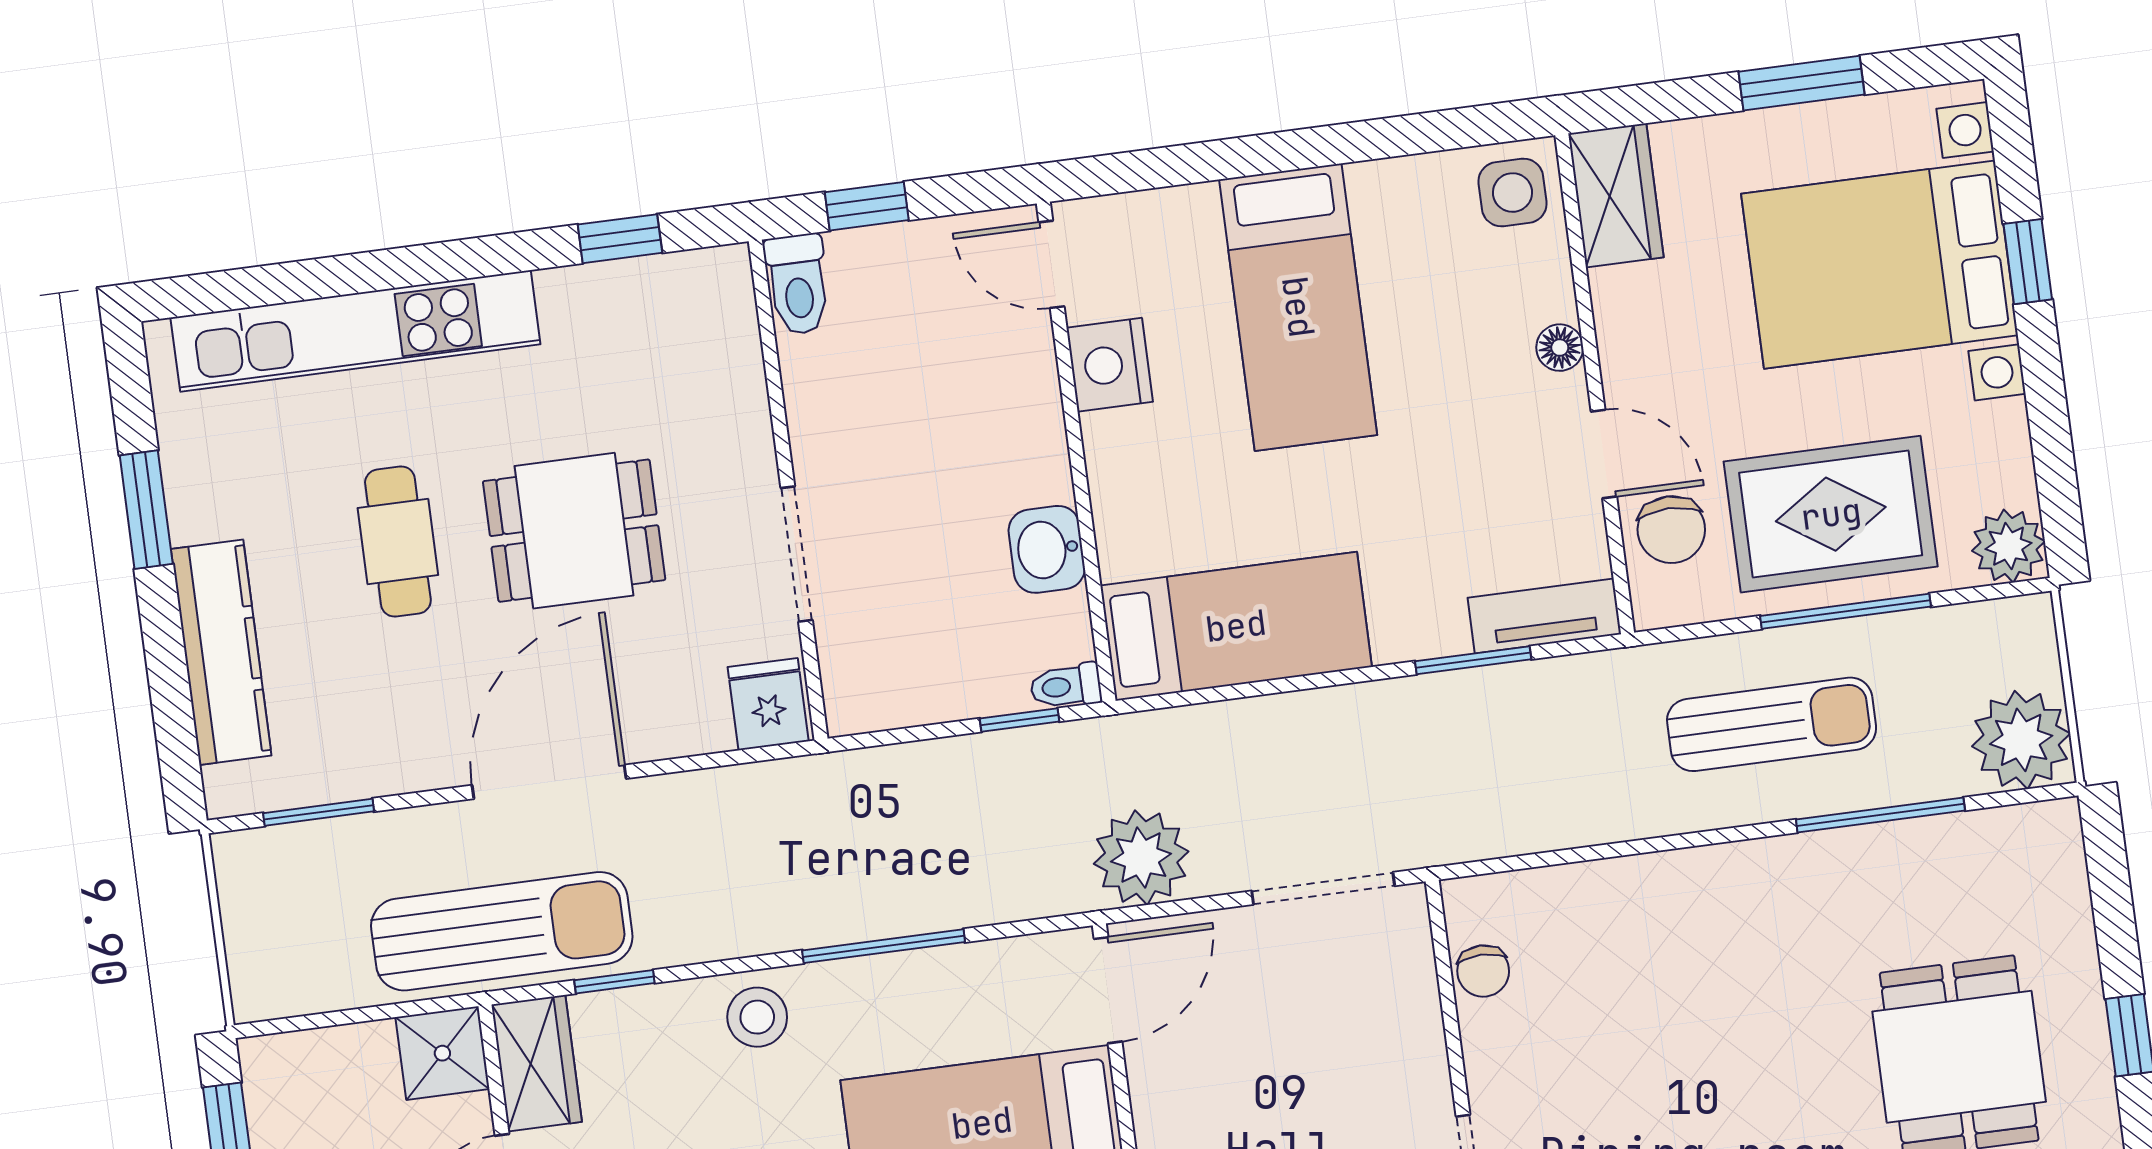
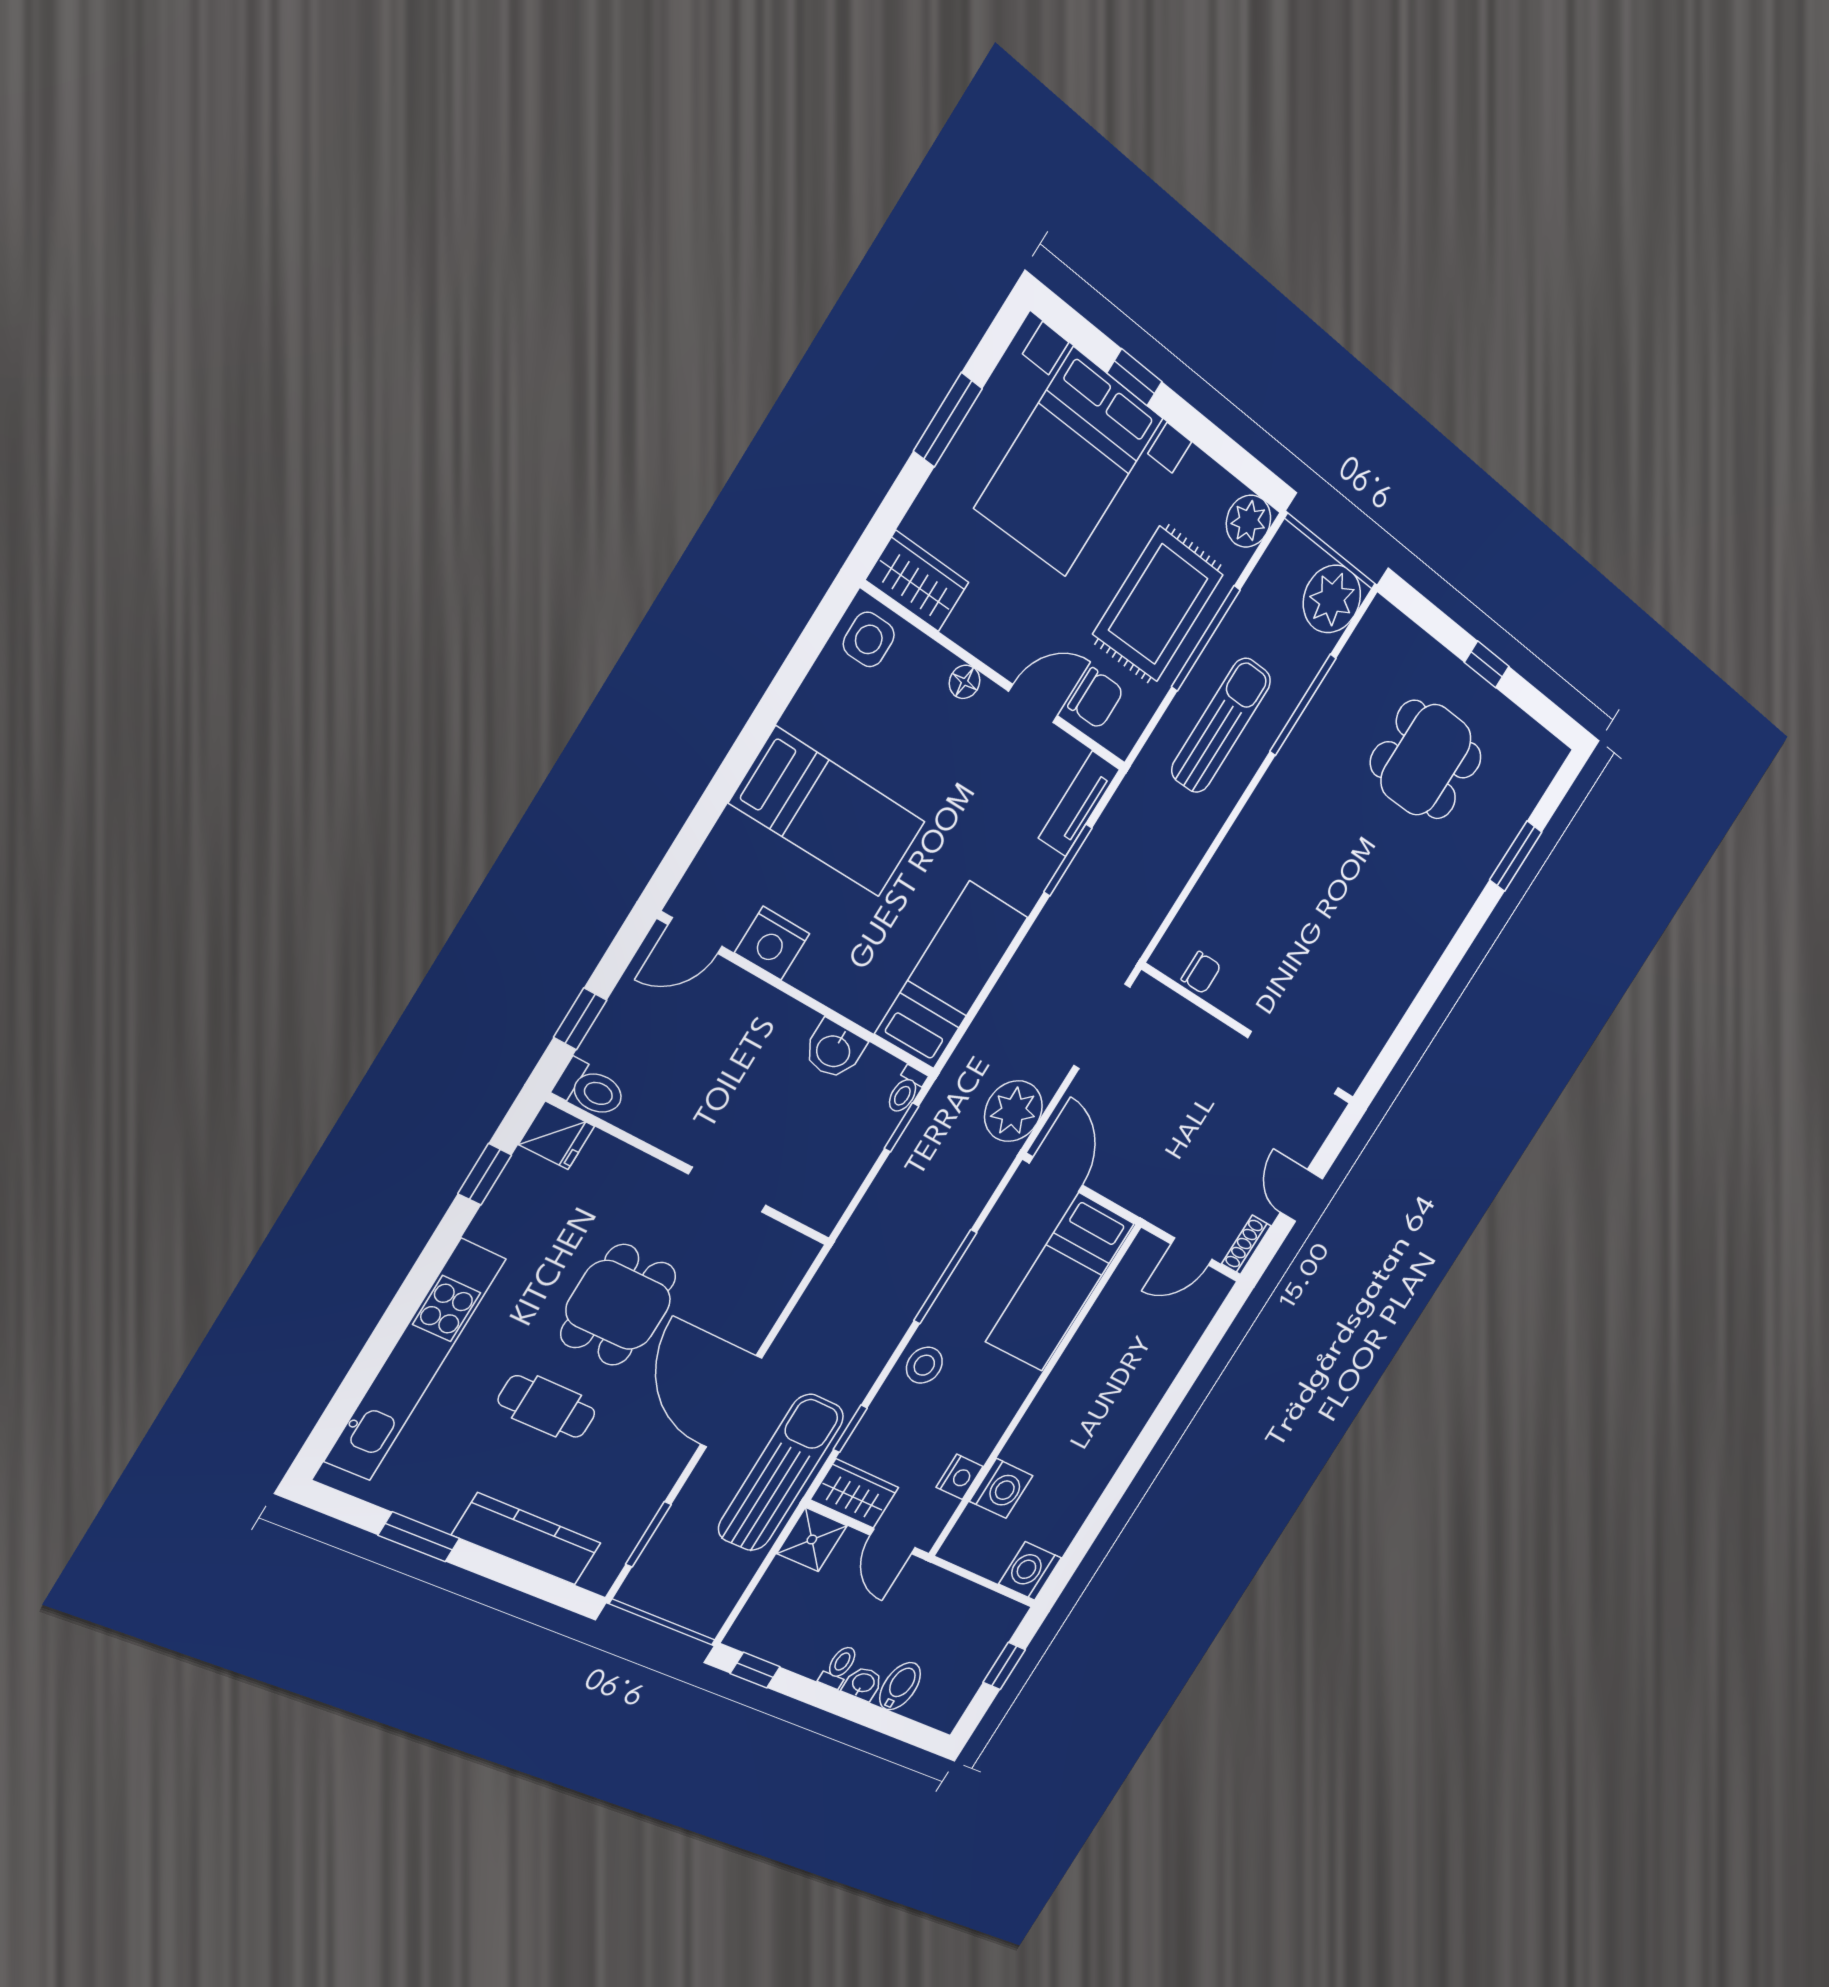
fridge: (768, 704) -> (557, 1135), moved, turned 180

